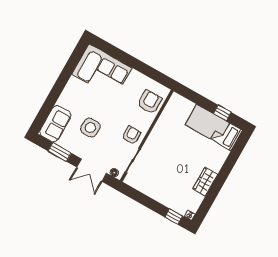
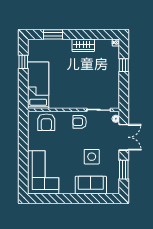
armchair: (150, 102) -> (46, 122), turned -90
sofa: (55, 124) -> (91, 185), moved
bed: (214, 128) -> (38, 85), moved, turned 180
window: (233, 158) -> (53, 34), added
window: (174, 217) -> (124, 65), moved

